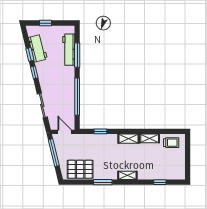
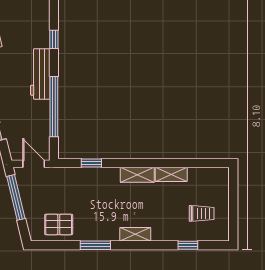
workbench: (69, 50) -> (40, 74), moved
window: (77, 55) -> (54, 39), width x0.46
trolley: (171, 143) -> (202, 213), moved
pallet: (80, 169) -> (59, 224), width x0.67, depth x0.71

